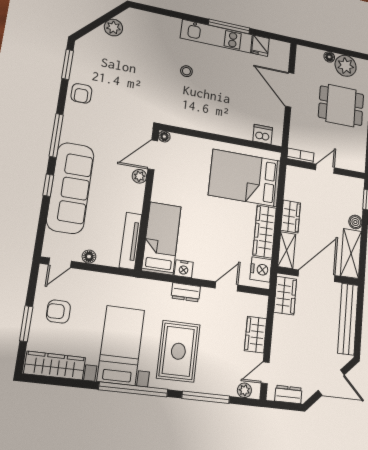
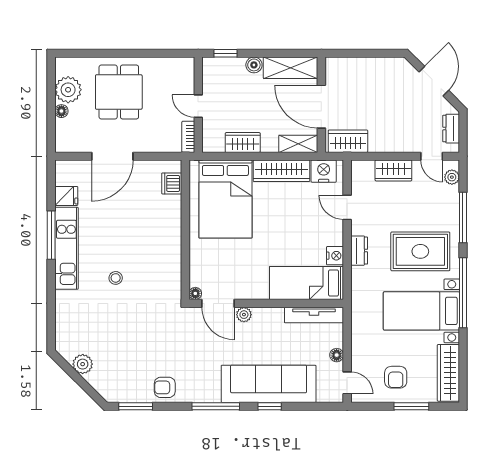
armchair: (81, 93) -> (165, 387), turned 180
wardrobe: (291, 217) -> (243, 143), moved
bench: (348, 319) -> (364, 67), removed

